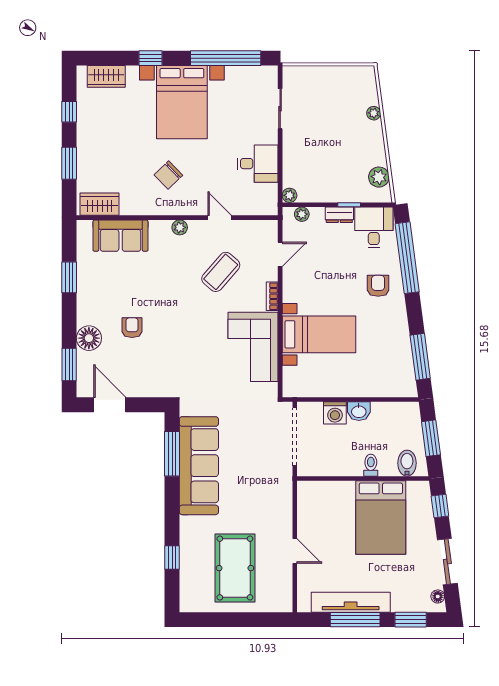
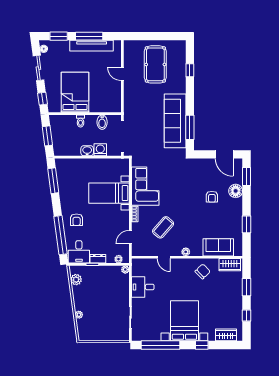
chair: (168, 175) -> (203, 271), moved
bidet: (407, 463) -> (102, 122), moved

